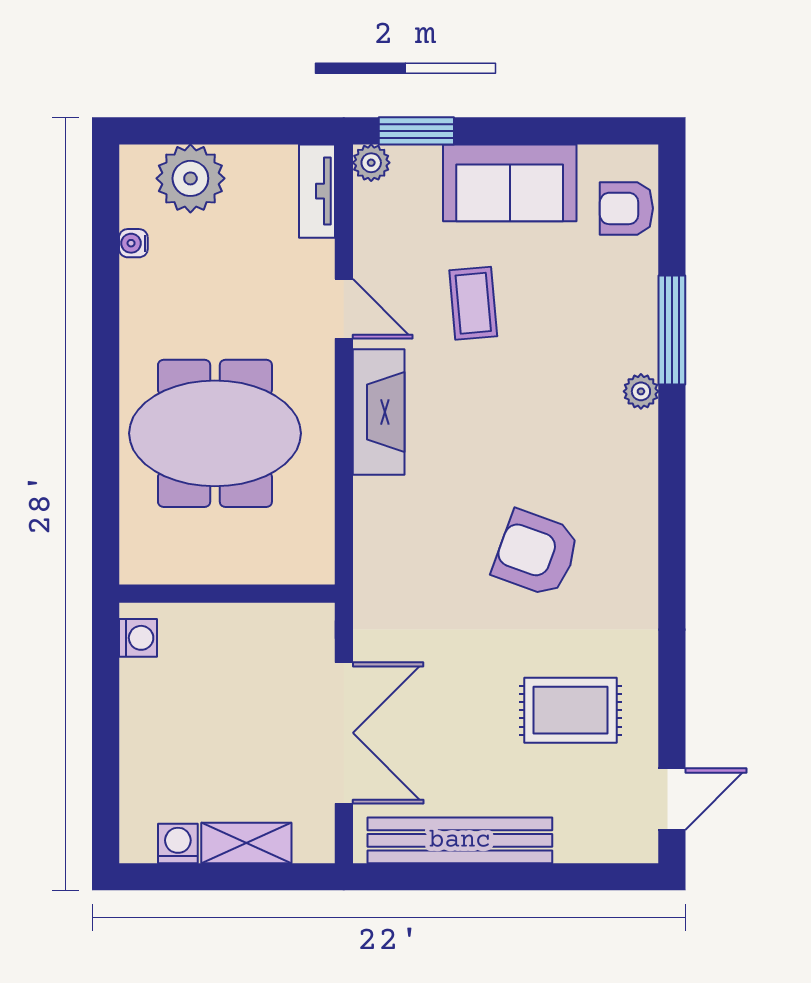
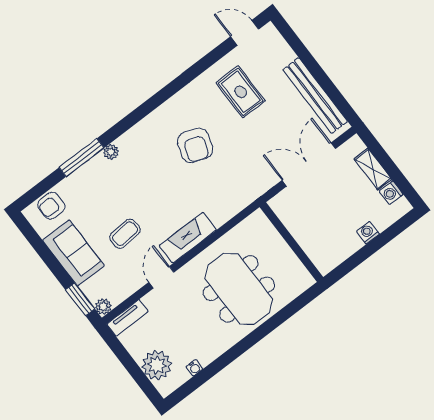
armchair: (626, 208) -> (51, 206), turned 90
washing machine: (138, 638) -> (368, 233), moved

